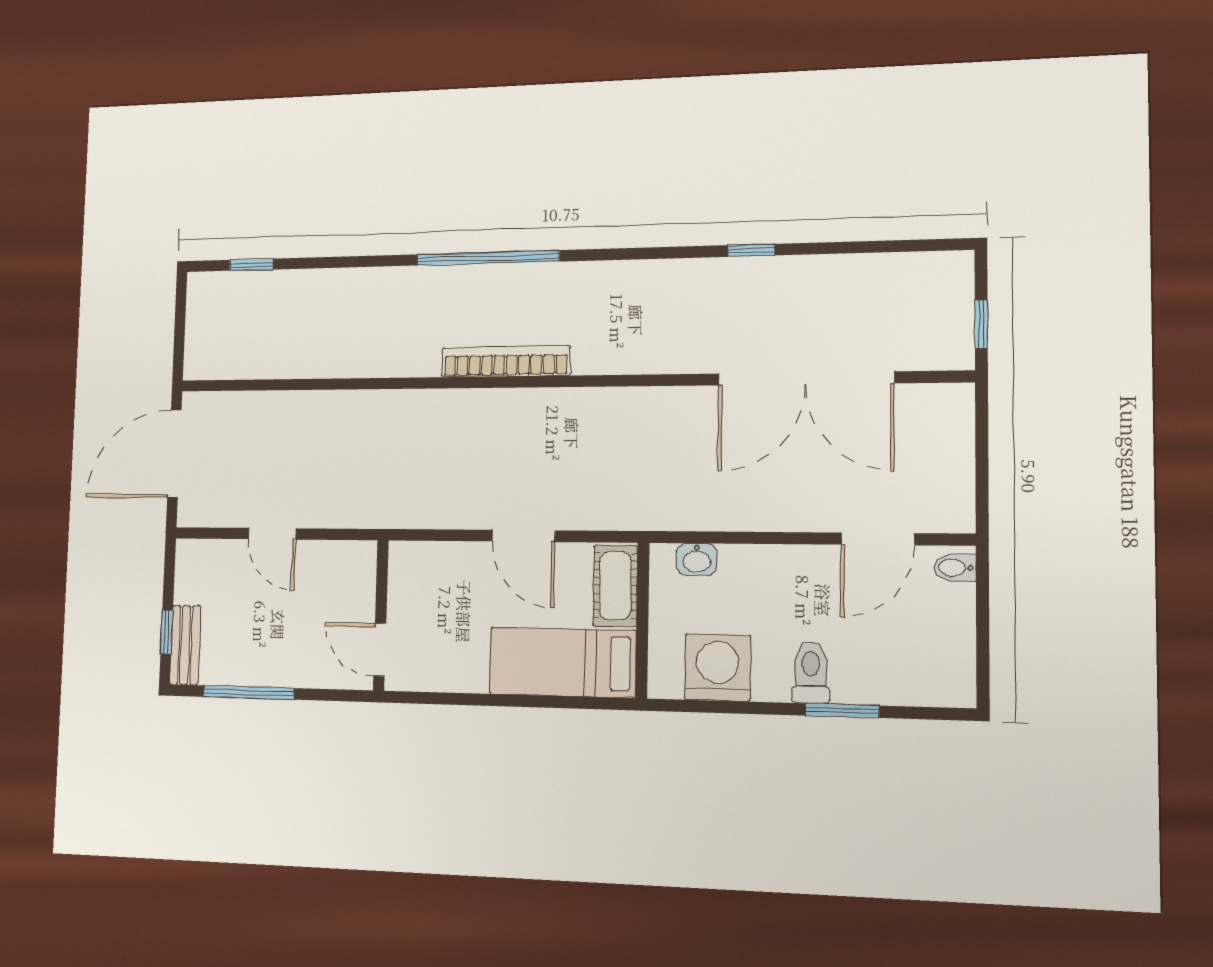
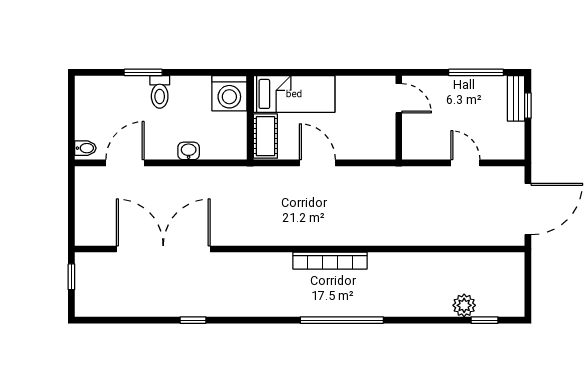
plant: (283, 289) -> (464, 305), added
washbasin: (697, 559) -> (189, 151), moved
washing machine: (718, 668) -> (229, 93), moved

